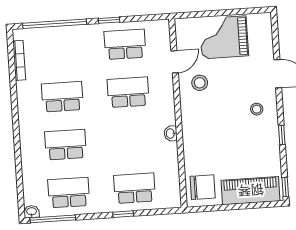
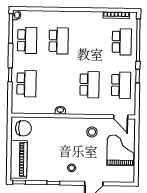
door: (175, 62) -> (121, 117), moved
school desk: (62, 97) -> (122, 42), moved
chair: (203, 187) -> (23, 128), turned -90

